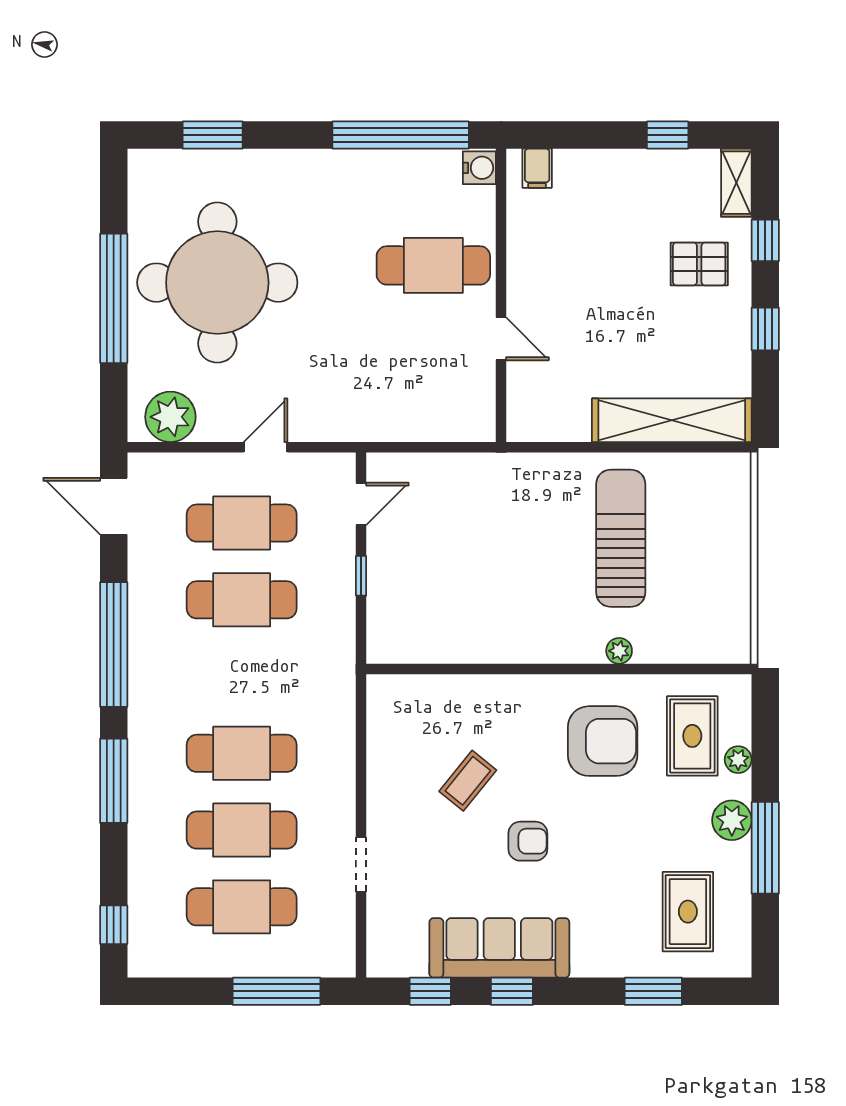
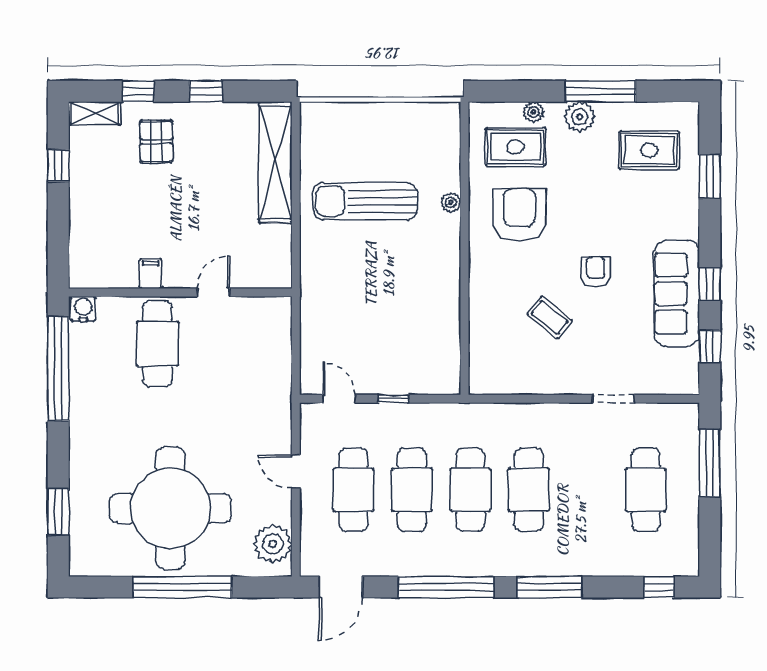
filing cabinet: (537, 168) -> (151, 274), moved, turned -90
cafe table: (242, 830) -> (470, 490), moved

